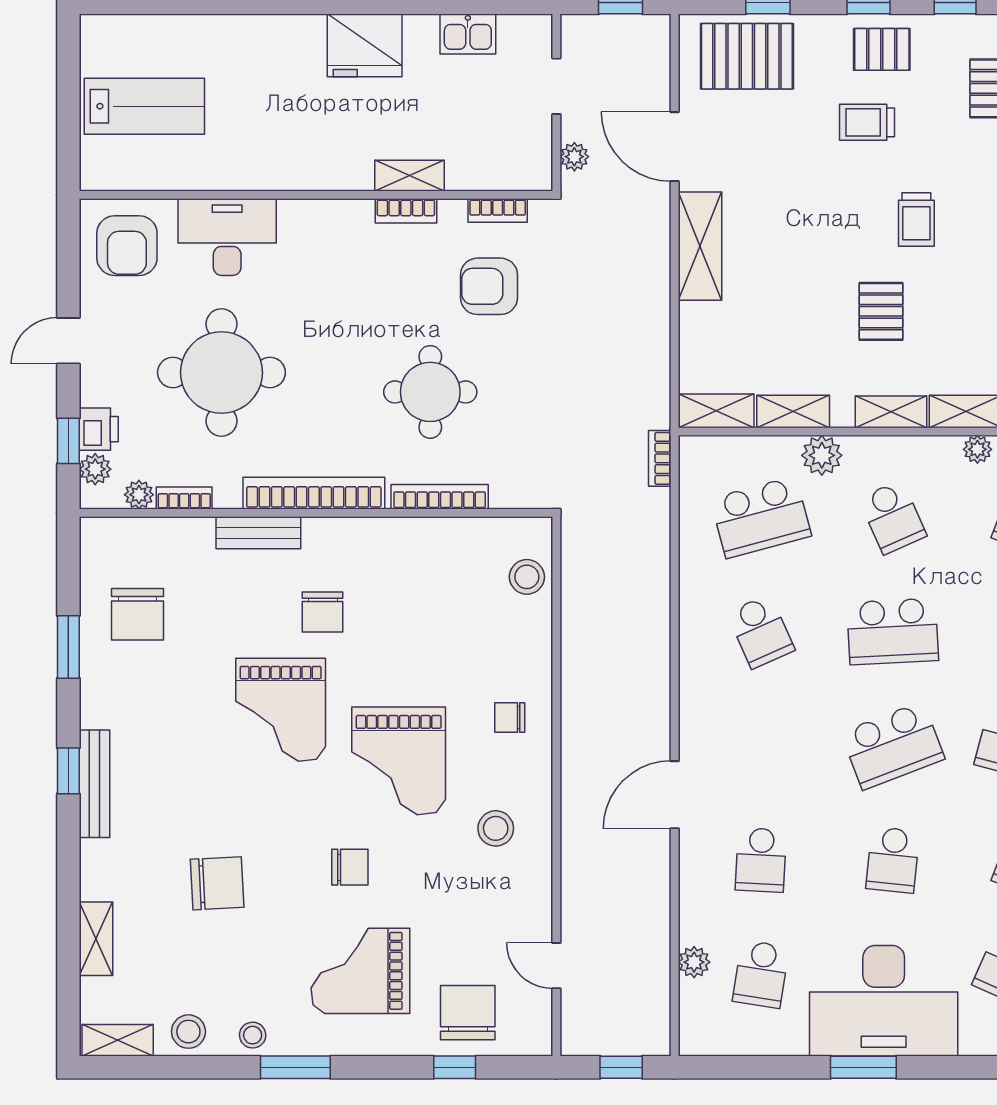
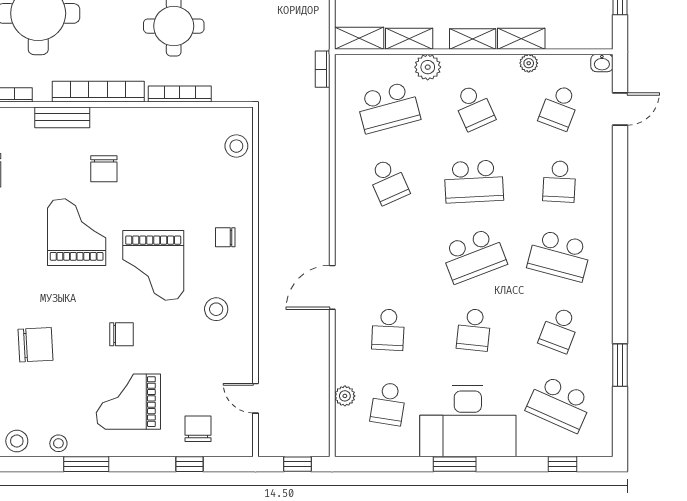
grand piano: (281, 710) -> (77, 232), turned 180
chair: (468, 1013) -> (198, 429), width x0.73, depth x0.73

